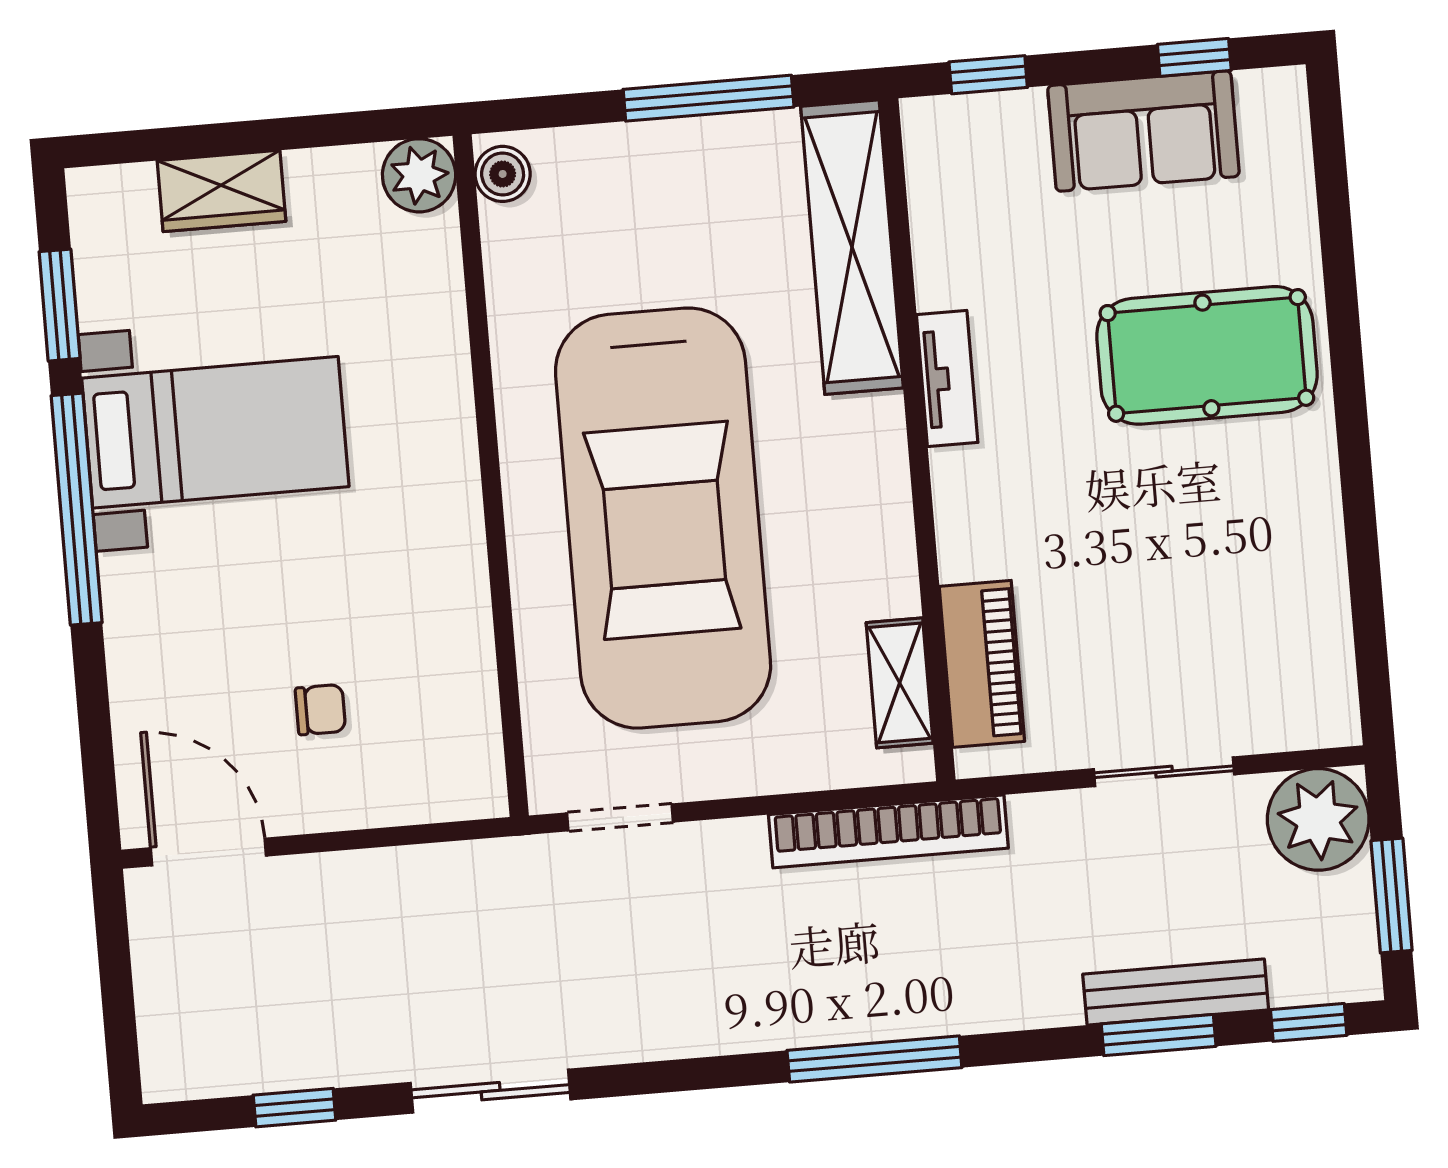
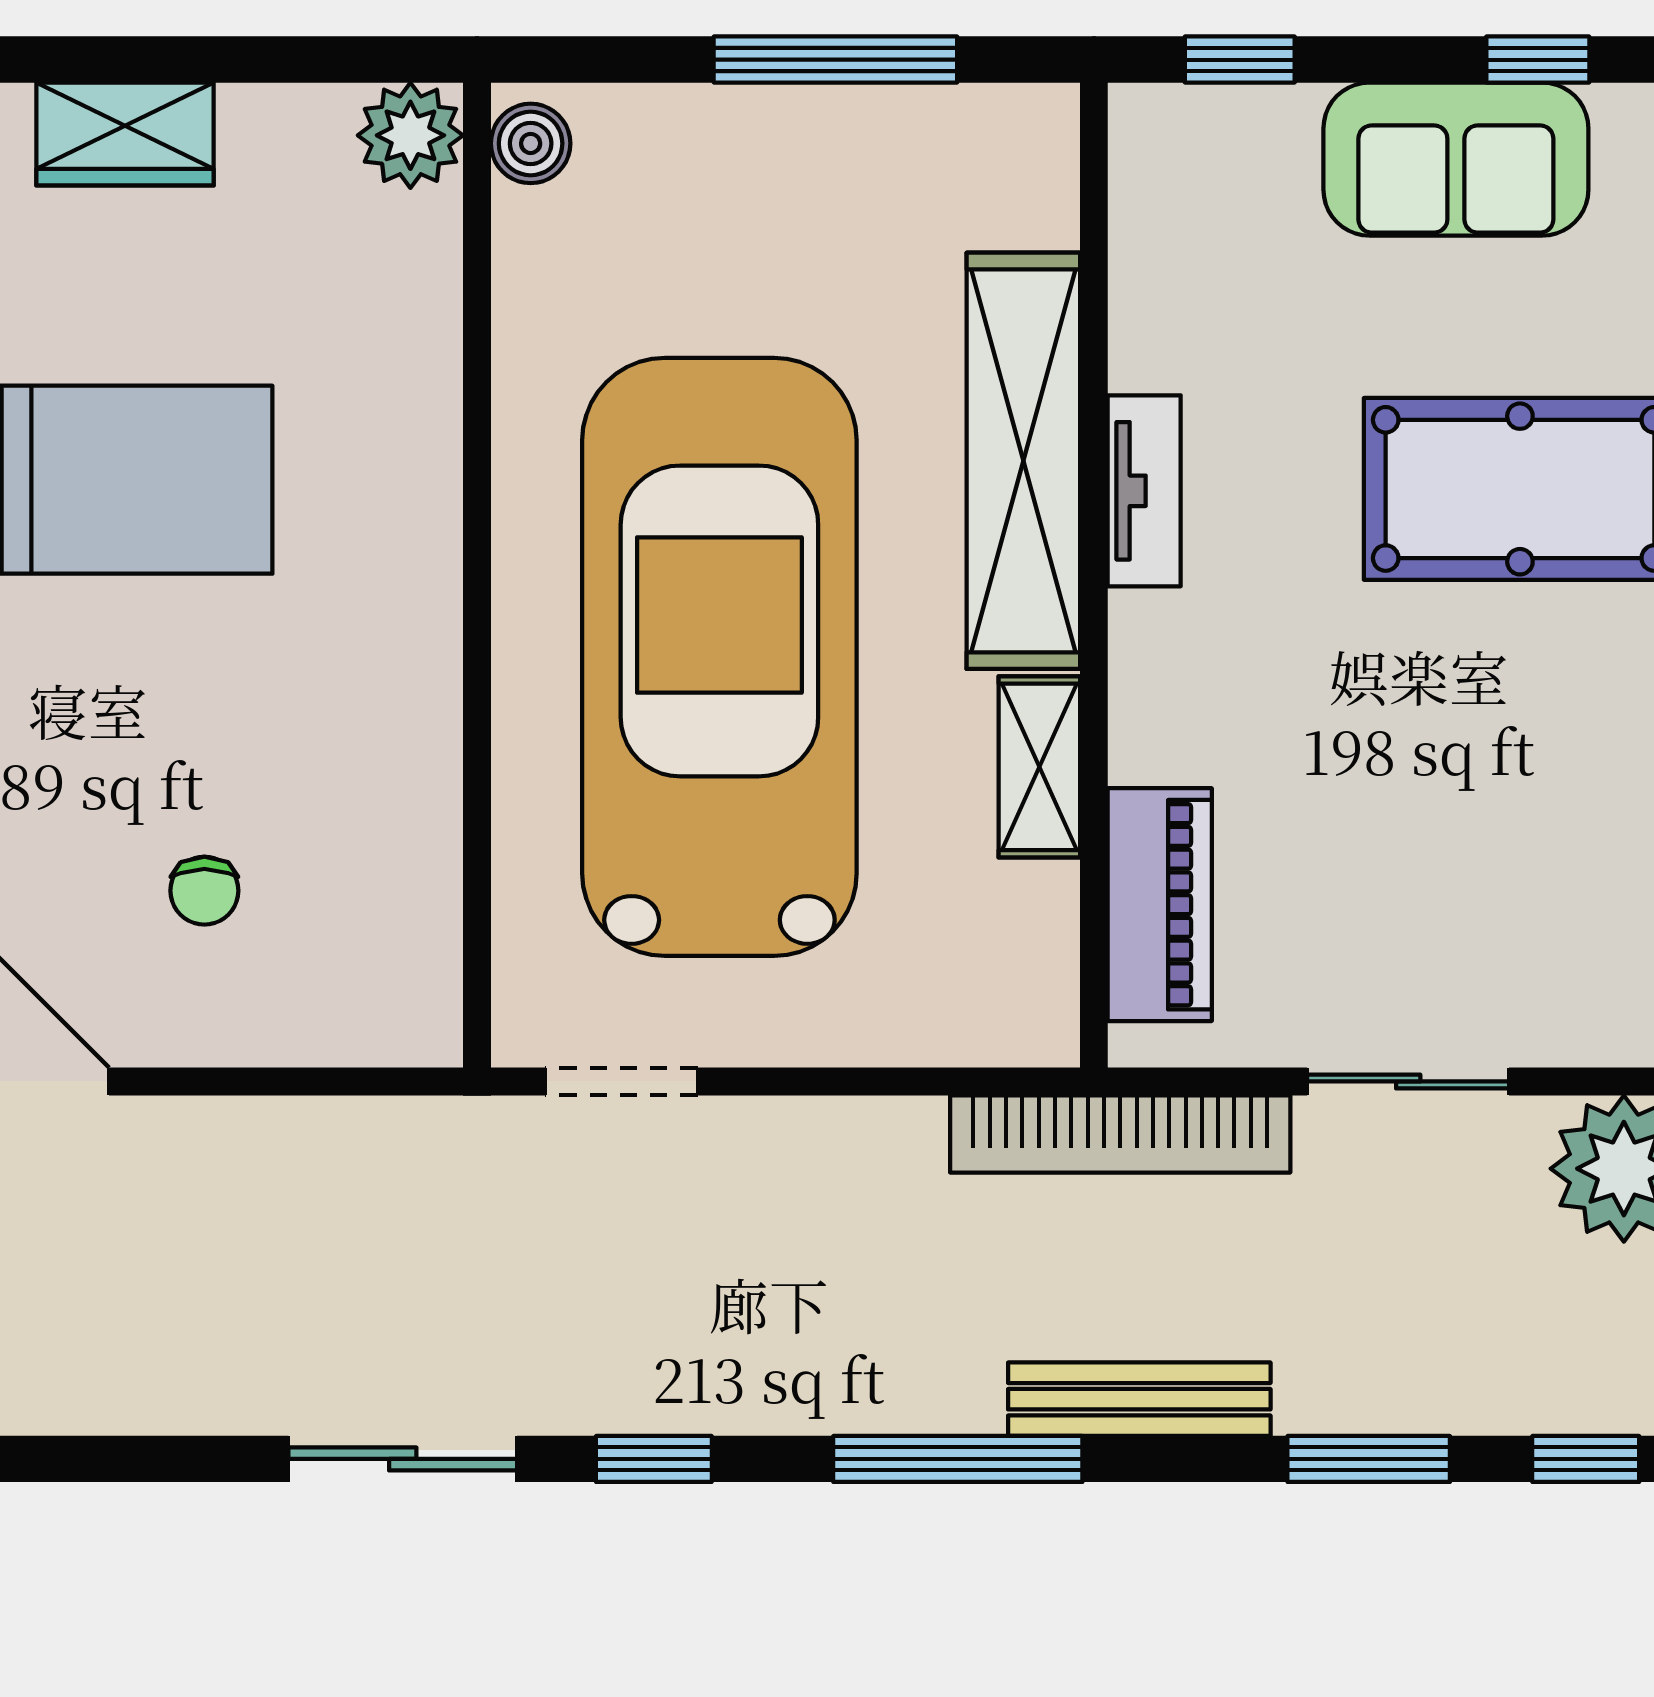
shelving: (852, 247) -> (1023, 461), moved
car: (663, 518) -> (719, 657), turned 180
shelving: (900, 683) -> (1039, 767), moved
chair: (320, 710) -> (204, 891), turned 90
bookcase: (888, 831) -> (1120, 1134), moved
bench: (1176, 992) -> (1139, 1399), moved
window: (294, 1108) -> (654, 1459), moved

